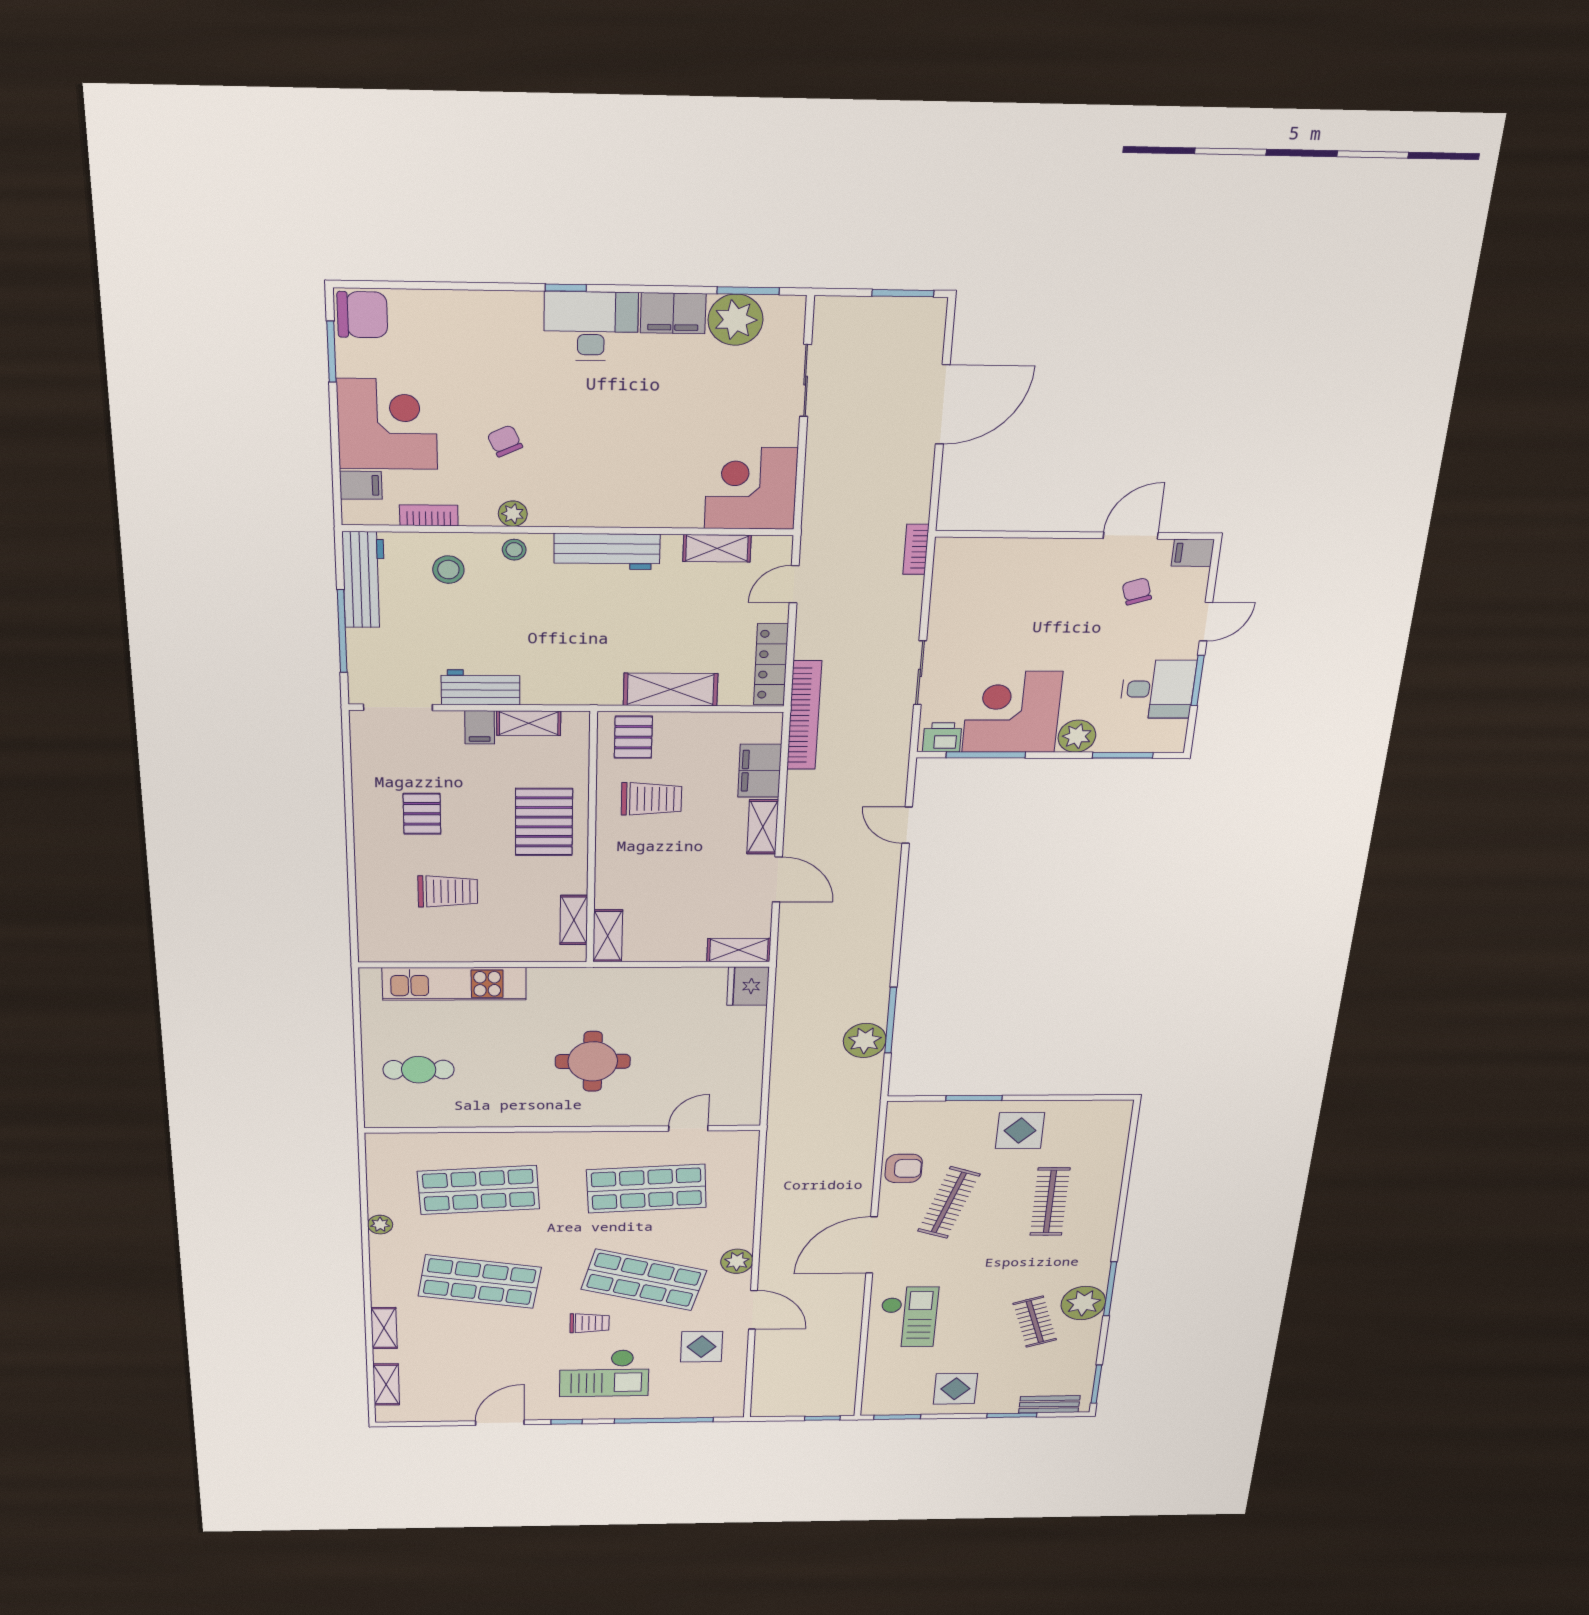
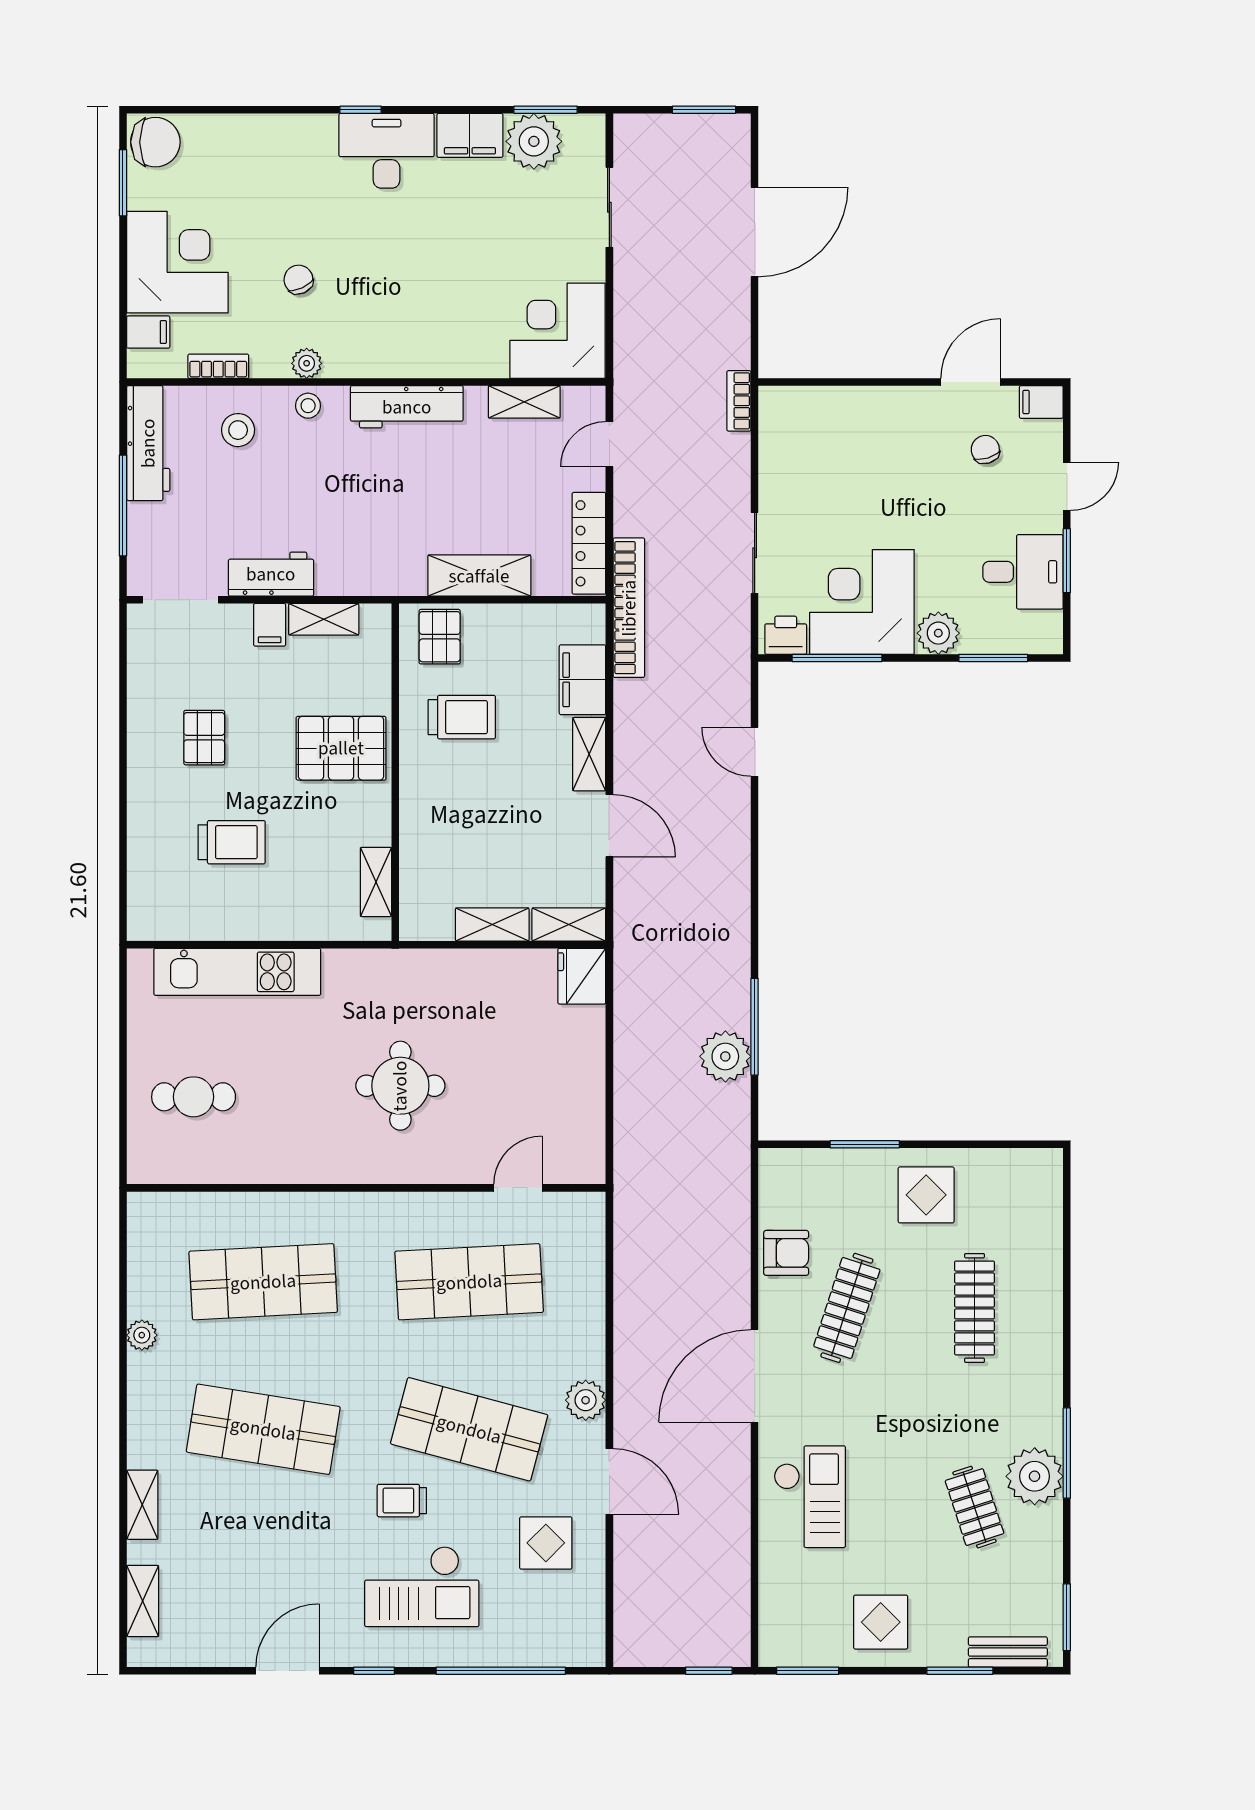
pallet: (544, 822) -> (341, 748), turned 90
shelving: (608, 936) -> (492, 924), moved, turned 90
trolley: (590, 1323) -> (402, 1501), turned 180

